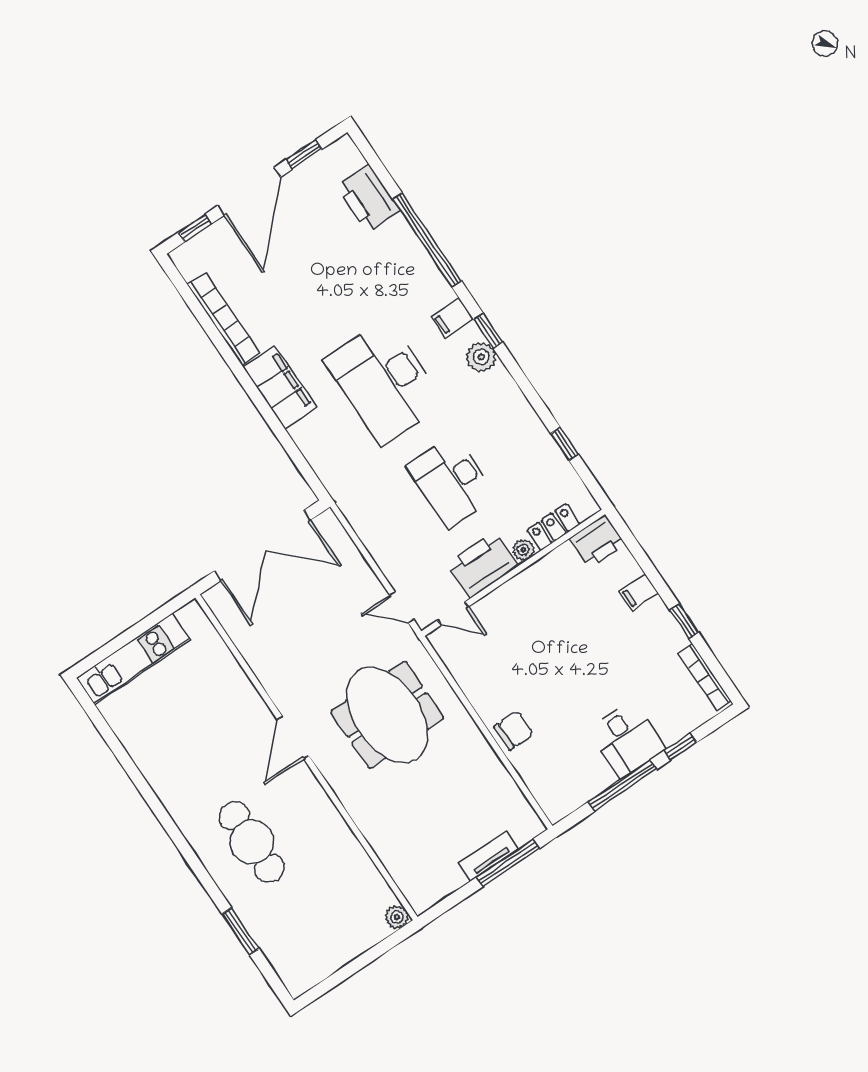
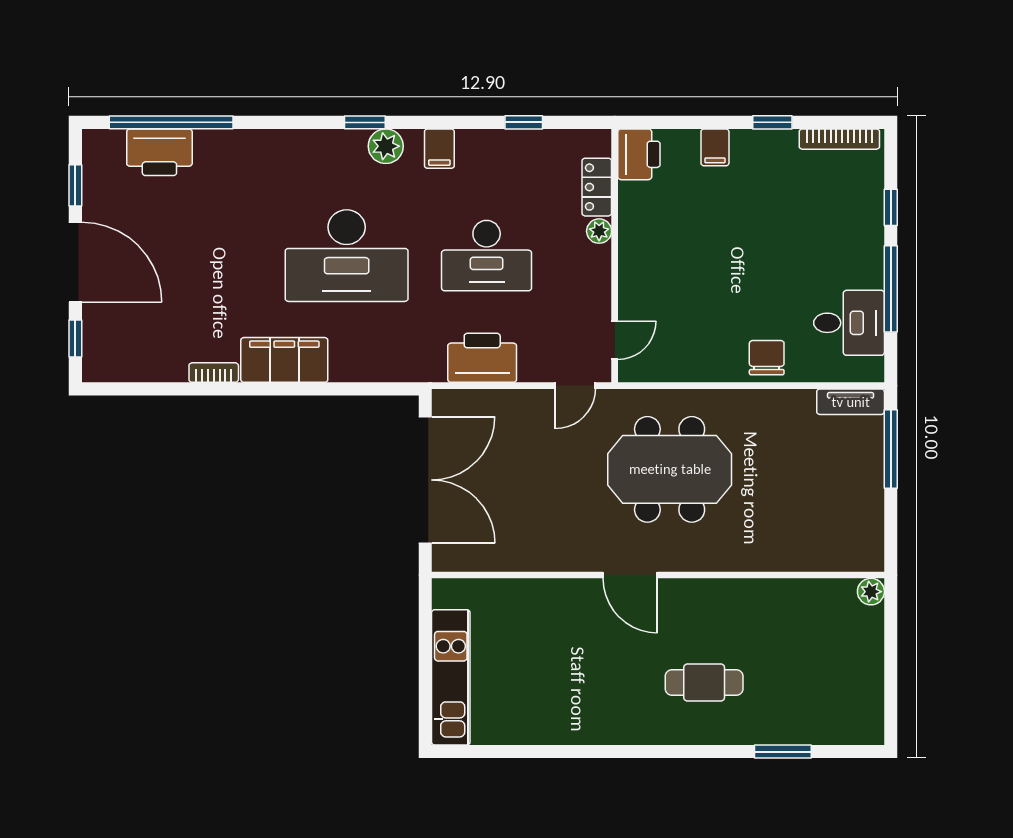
window: (427, 240) -> (171, 122), moved
filing cabinet: (452, 318) -> (439, 149), moved
bookcase: (224, 319) -> (214, 373), width x0.43, depth x0.76
printer: (482, 565) -> (482, 358), moved, turned 90
desk: (627, 739) -> (849, 323), moved
cafe table: (252, 842) -> (704, 683), width x0.73, depth x0.74
tv unit: (488, 856) -> (851, 402), moved, turned -90

